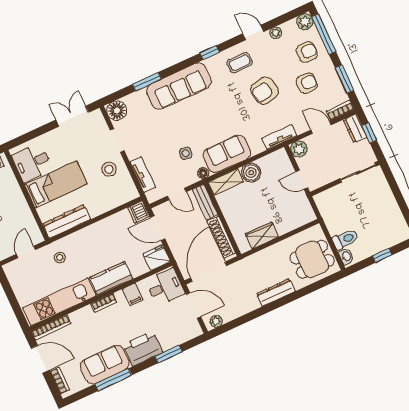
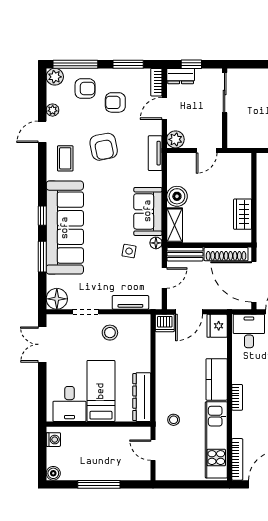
armchair: (307, 52) -> (85, 89), turned 90
window: (210, 53) -> (42, 216), moved
armchair: (307, 83) -> (115, 102), turned -90
sofa: (179, 86) -> (65, 228), width x1.36, depth x1.27
filing cabinet: (133, 294) -> (242, 366), removed

